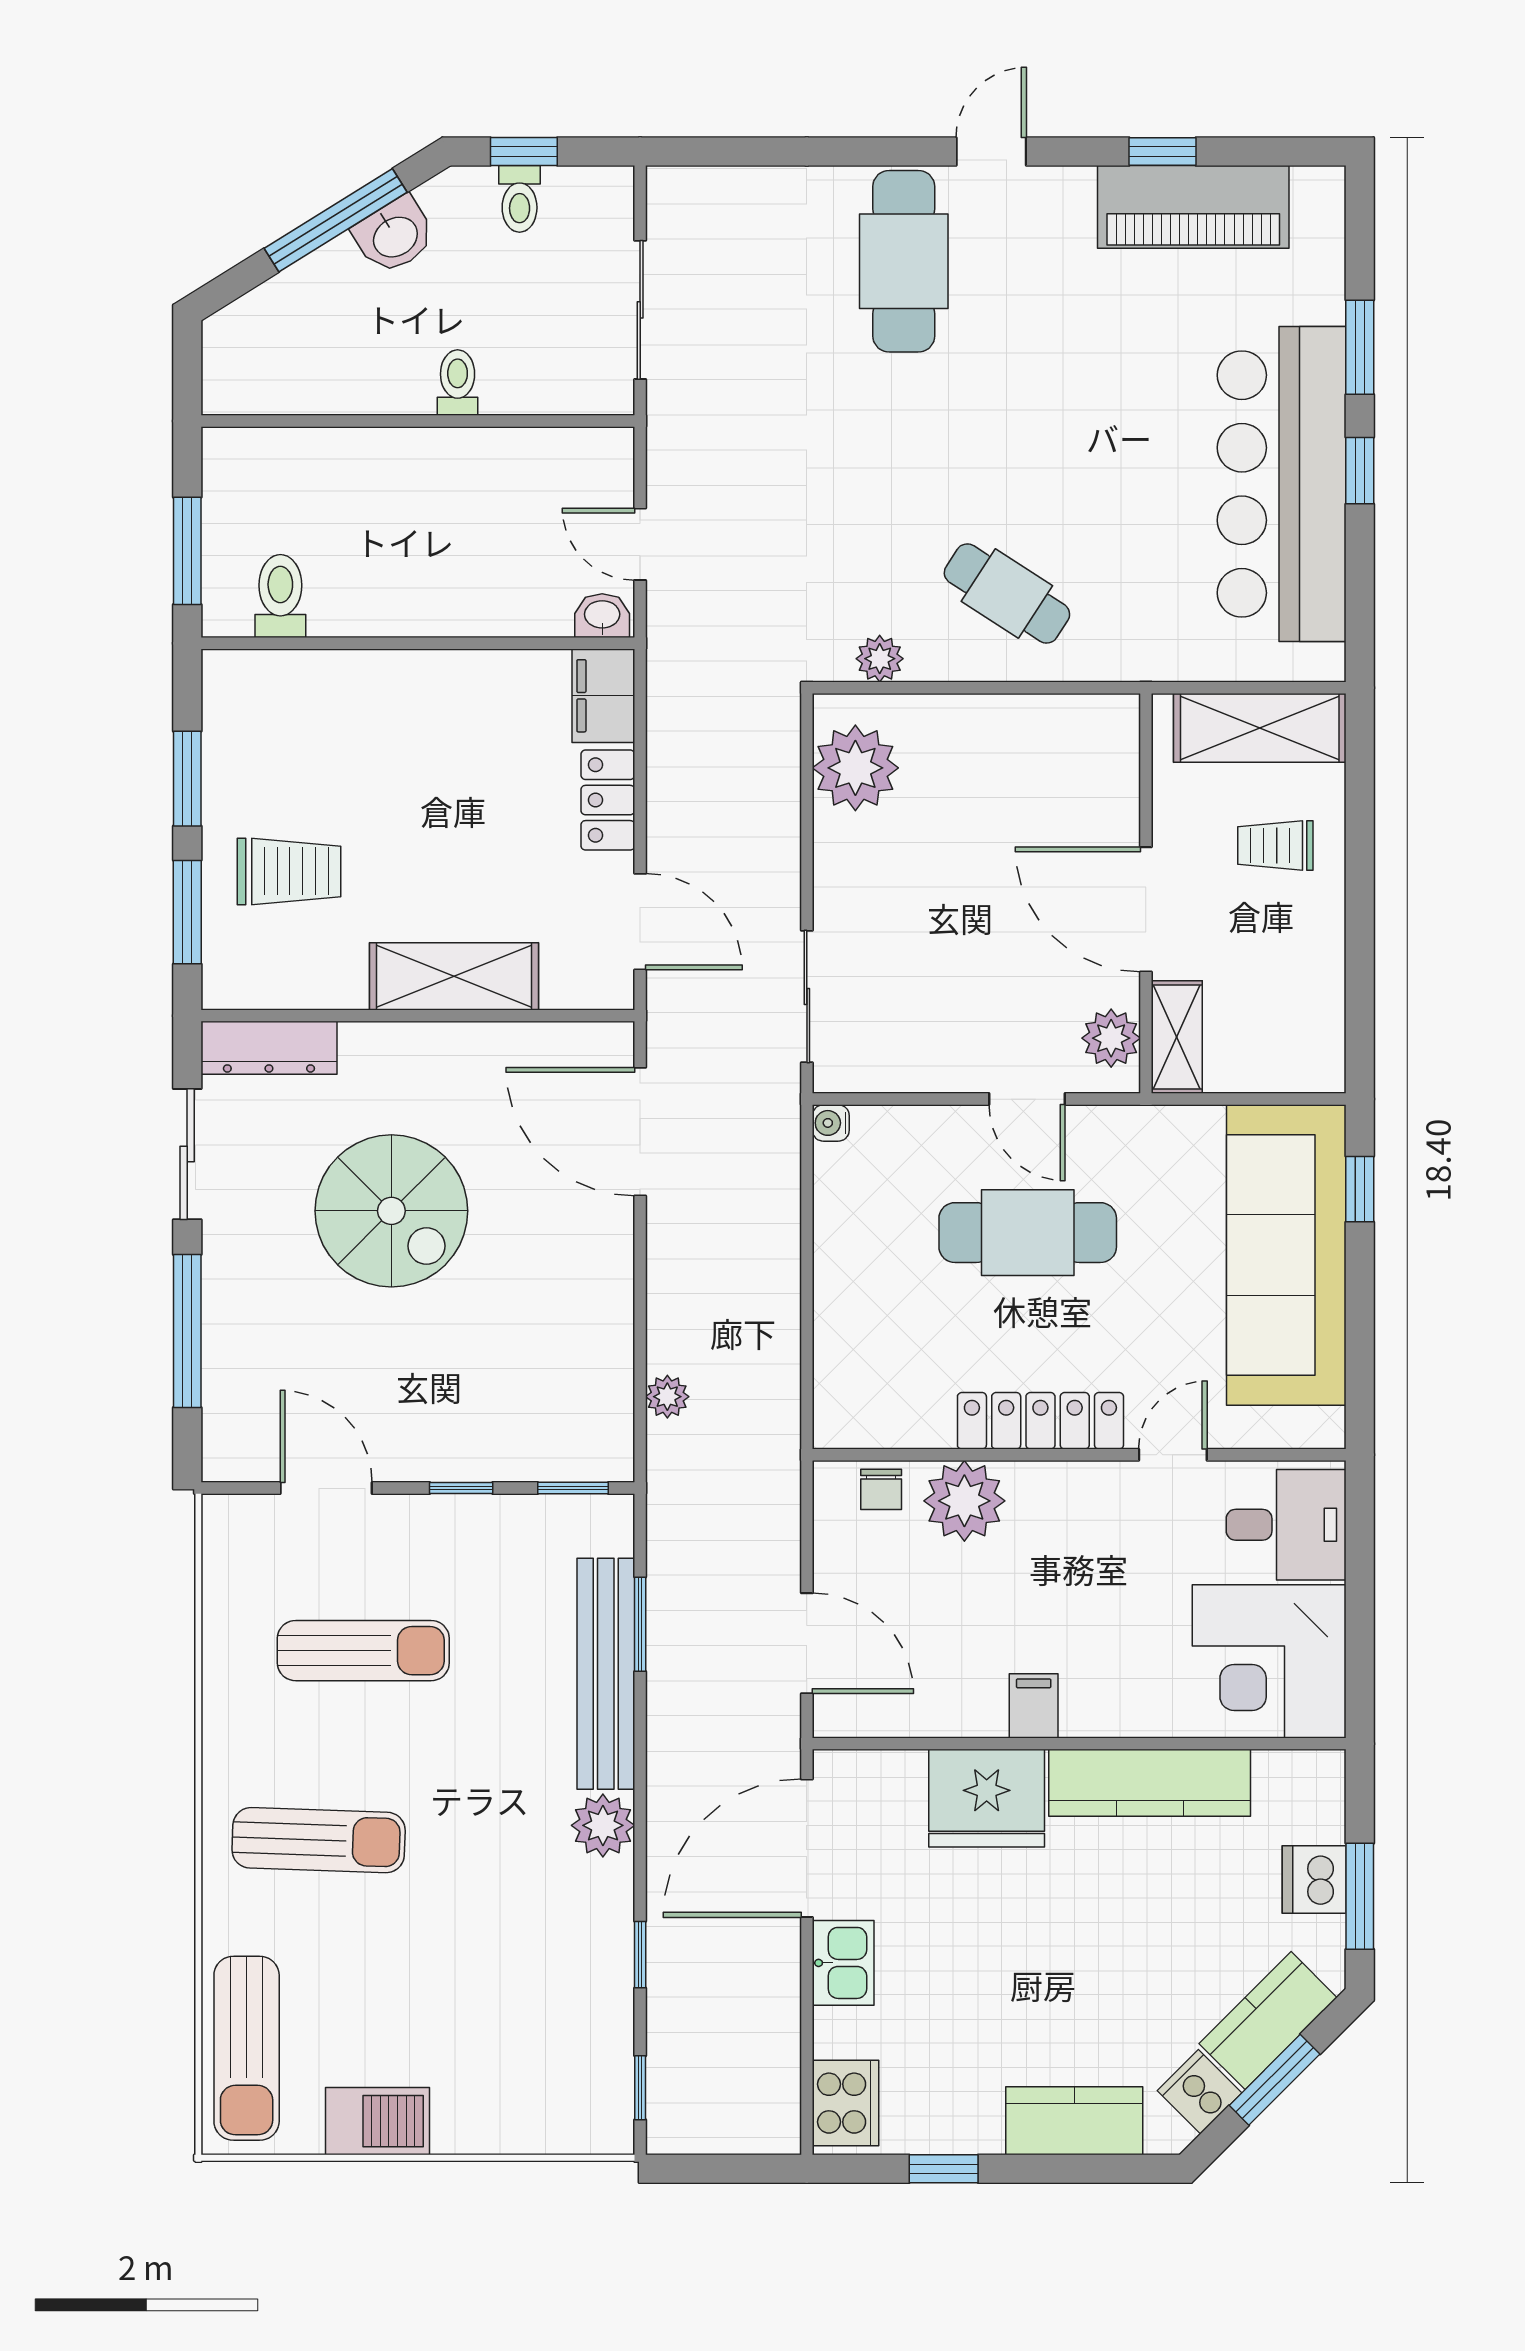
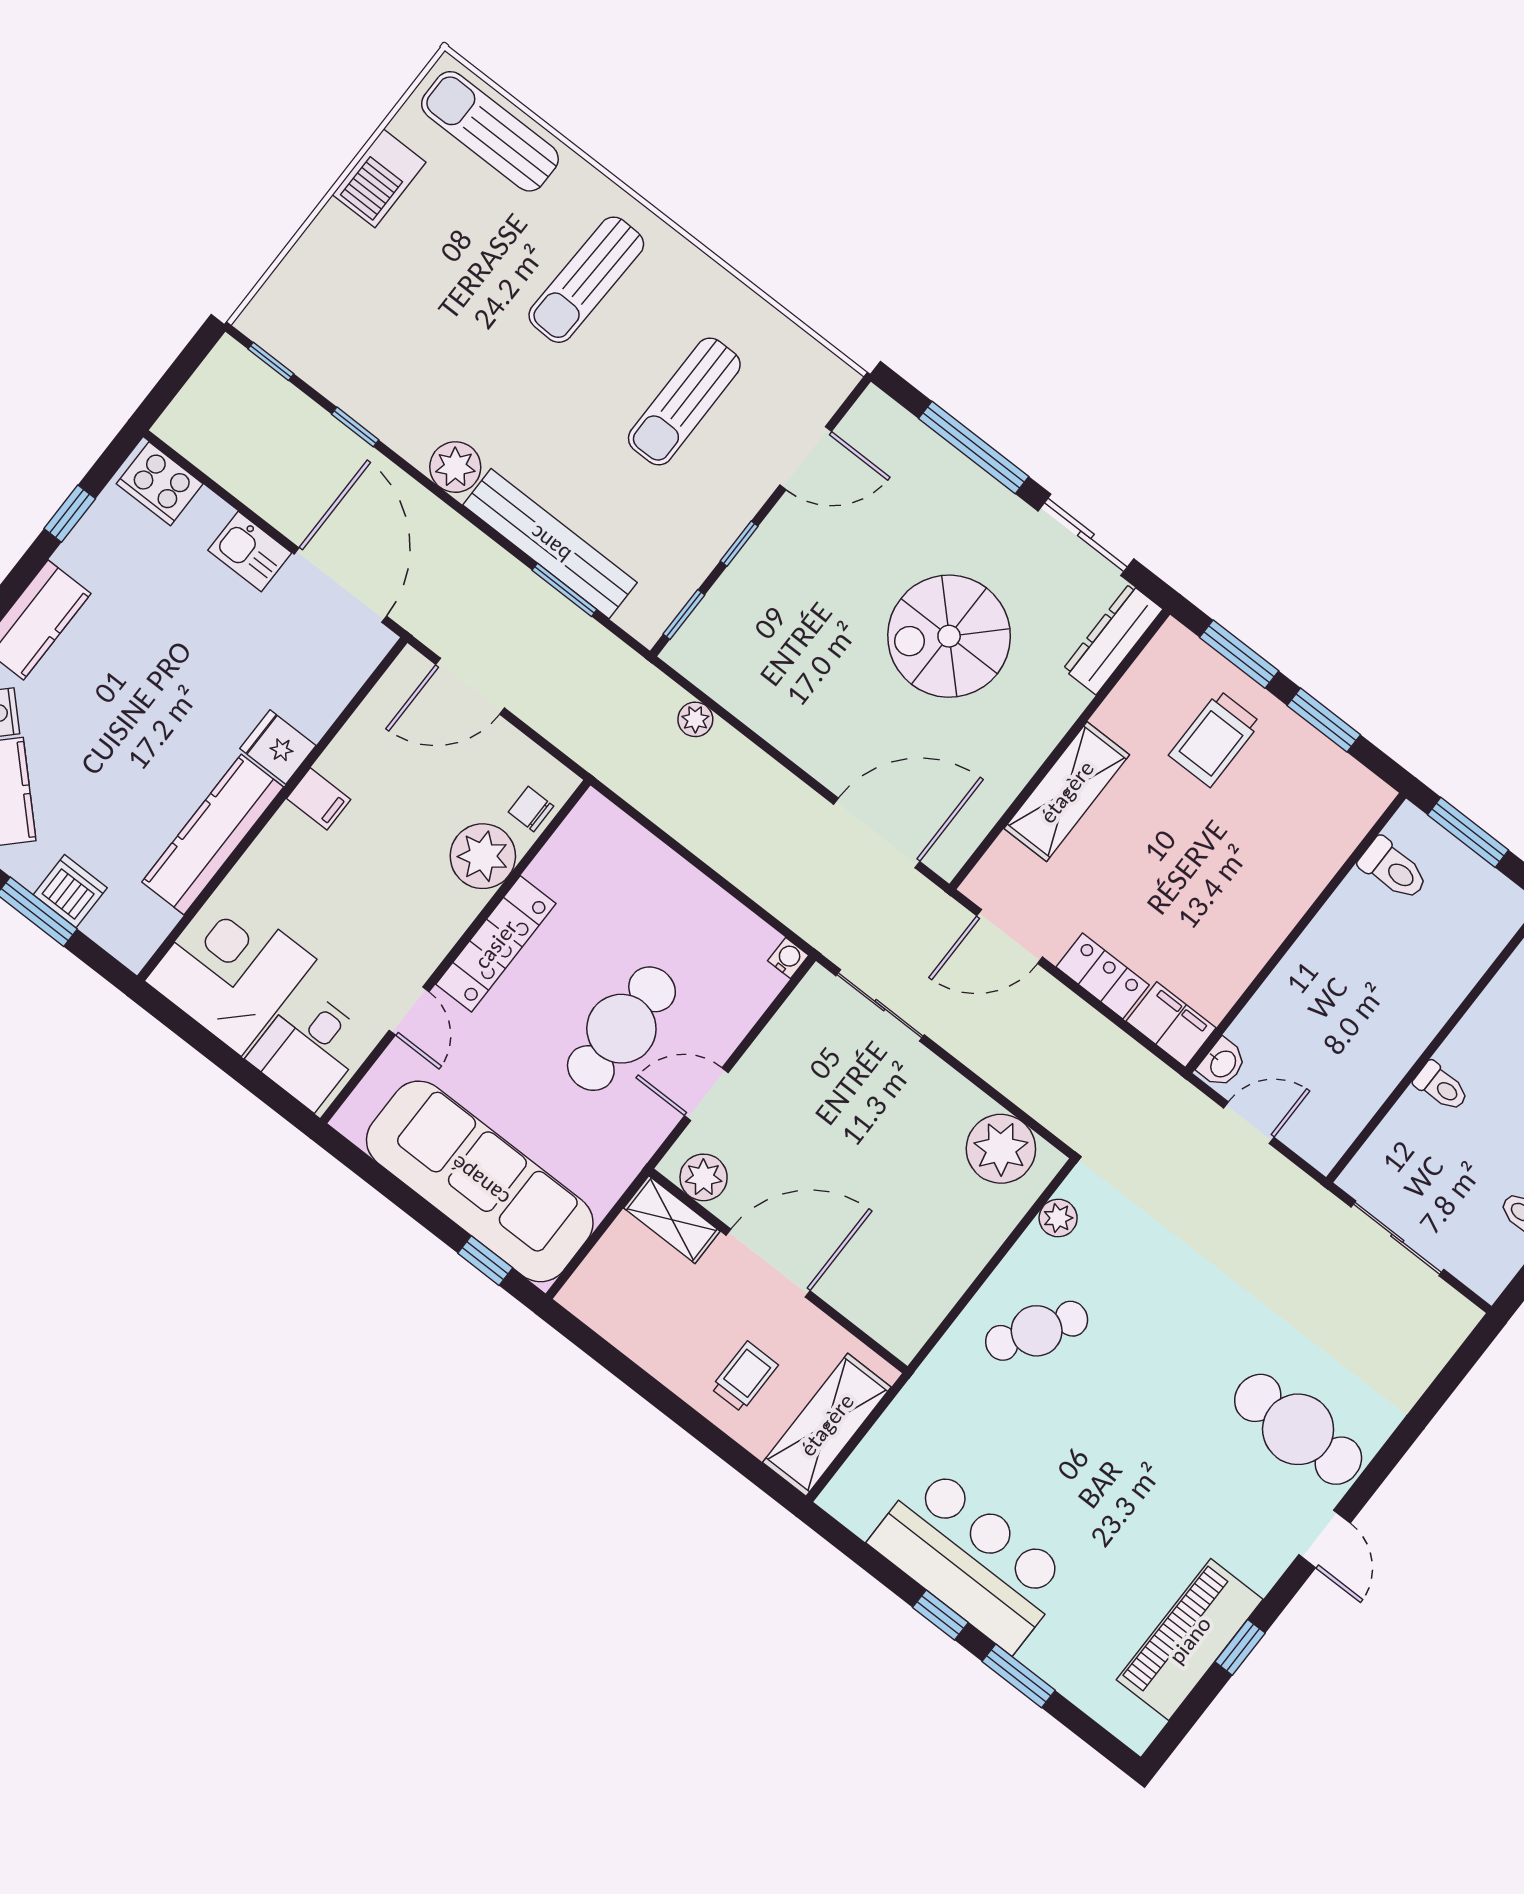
bar counter: (1282, 484) -> (970, 1559), width x0.73
fridge: (987, 1798) -> (278, 747), width x0.53, depth x0.75

